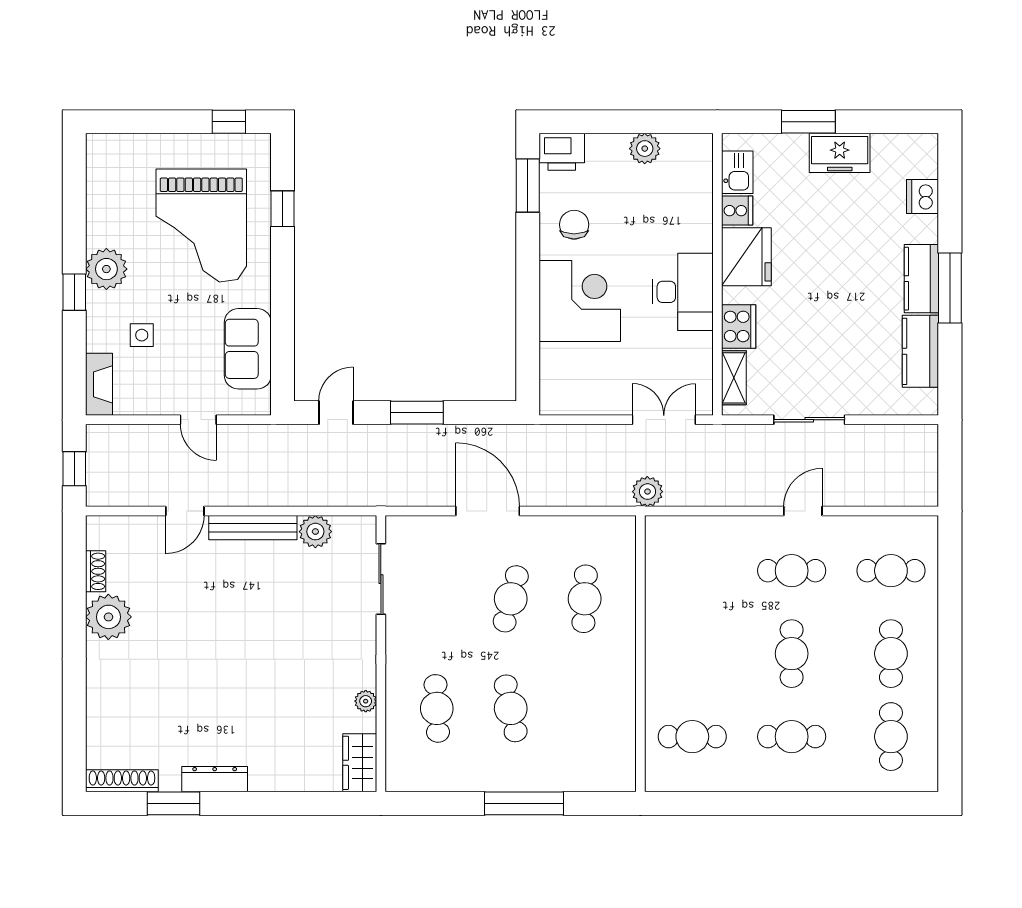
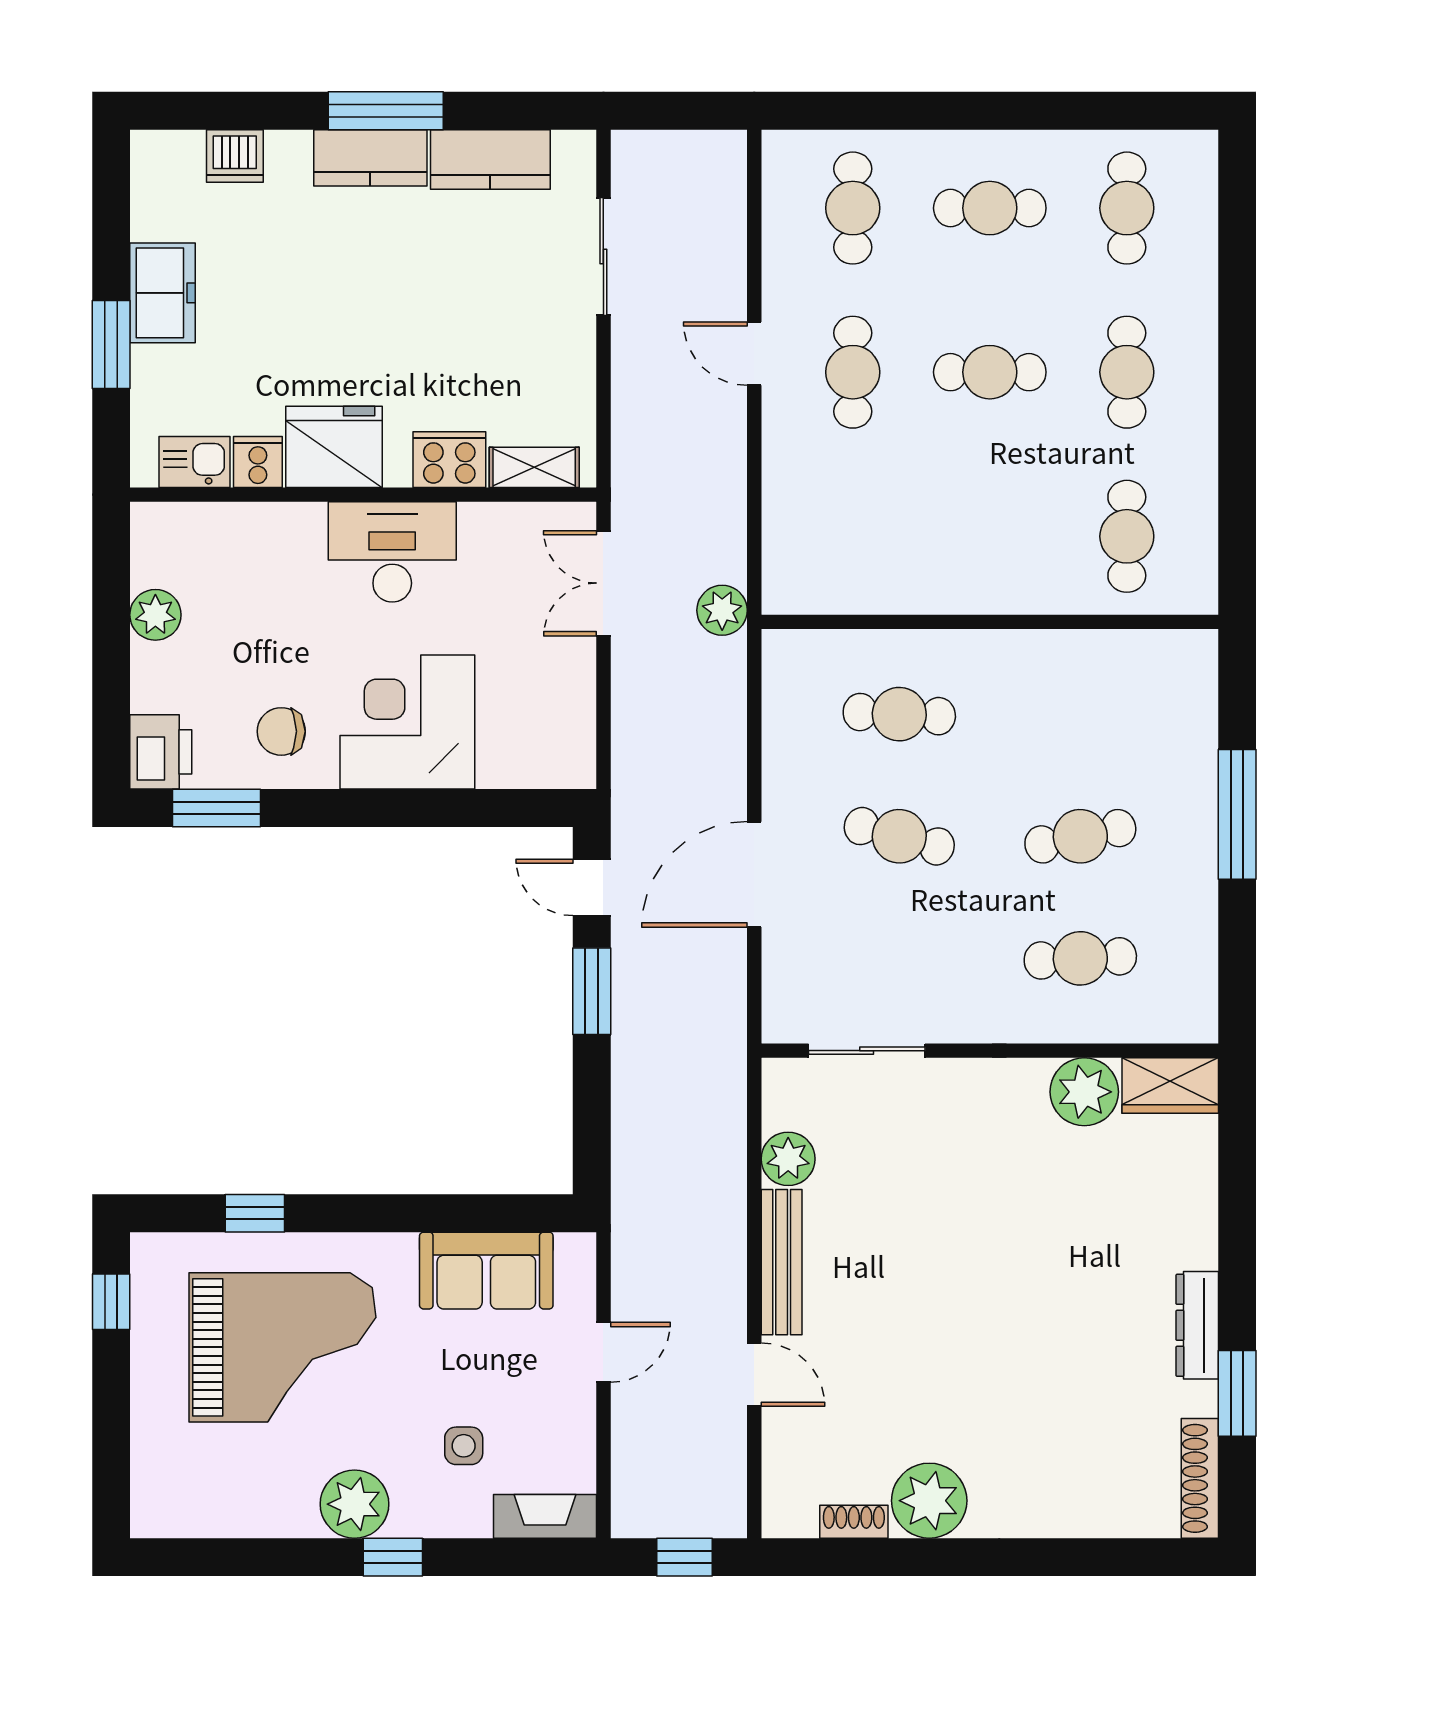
door: (336, 413) -> (592, 887), moved
sliding door: (809, 420) -> (603, 257), moved
plant: (366, 701) -> (1084, 1092), width x1.88, depth x1.88
cafe table: (891, 737) -> (1127, 208), turned 90

